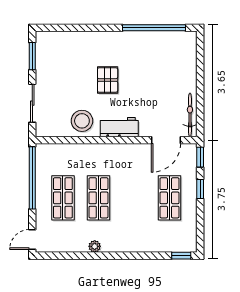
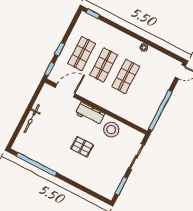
pallet: (108, 80) -> (82, 147), turned 90
bicycle: (190, 115) -> (32, 119), moved
shop shelf: (63, 198) -> (104, 65), moved

